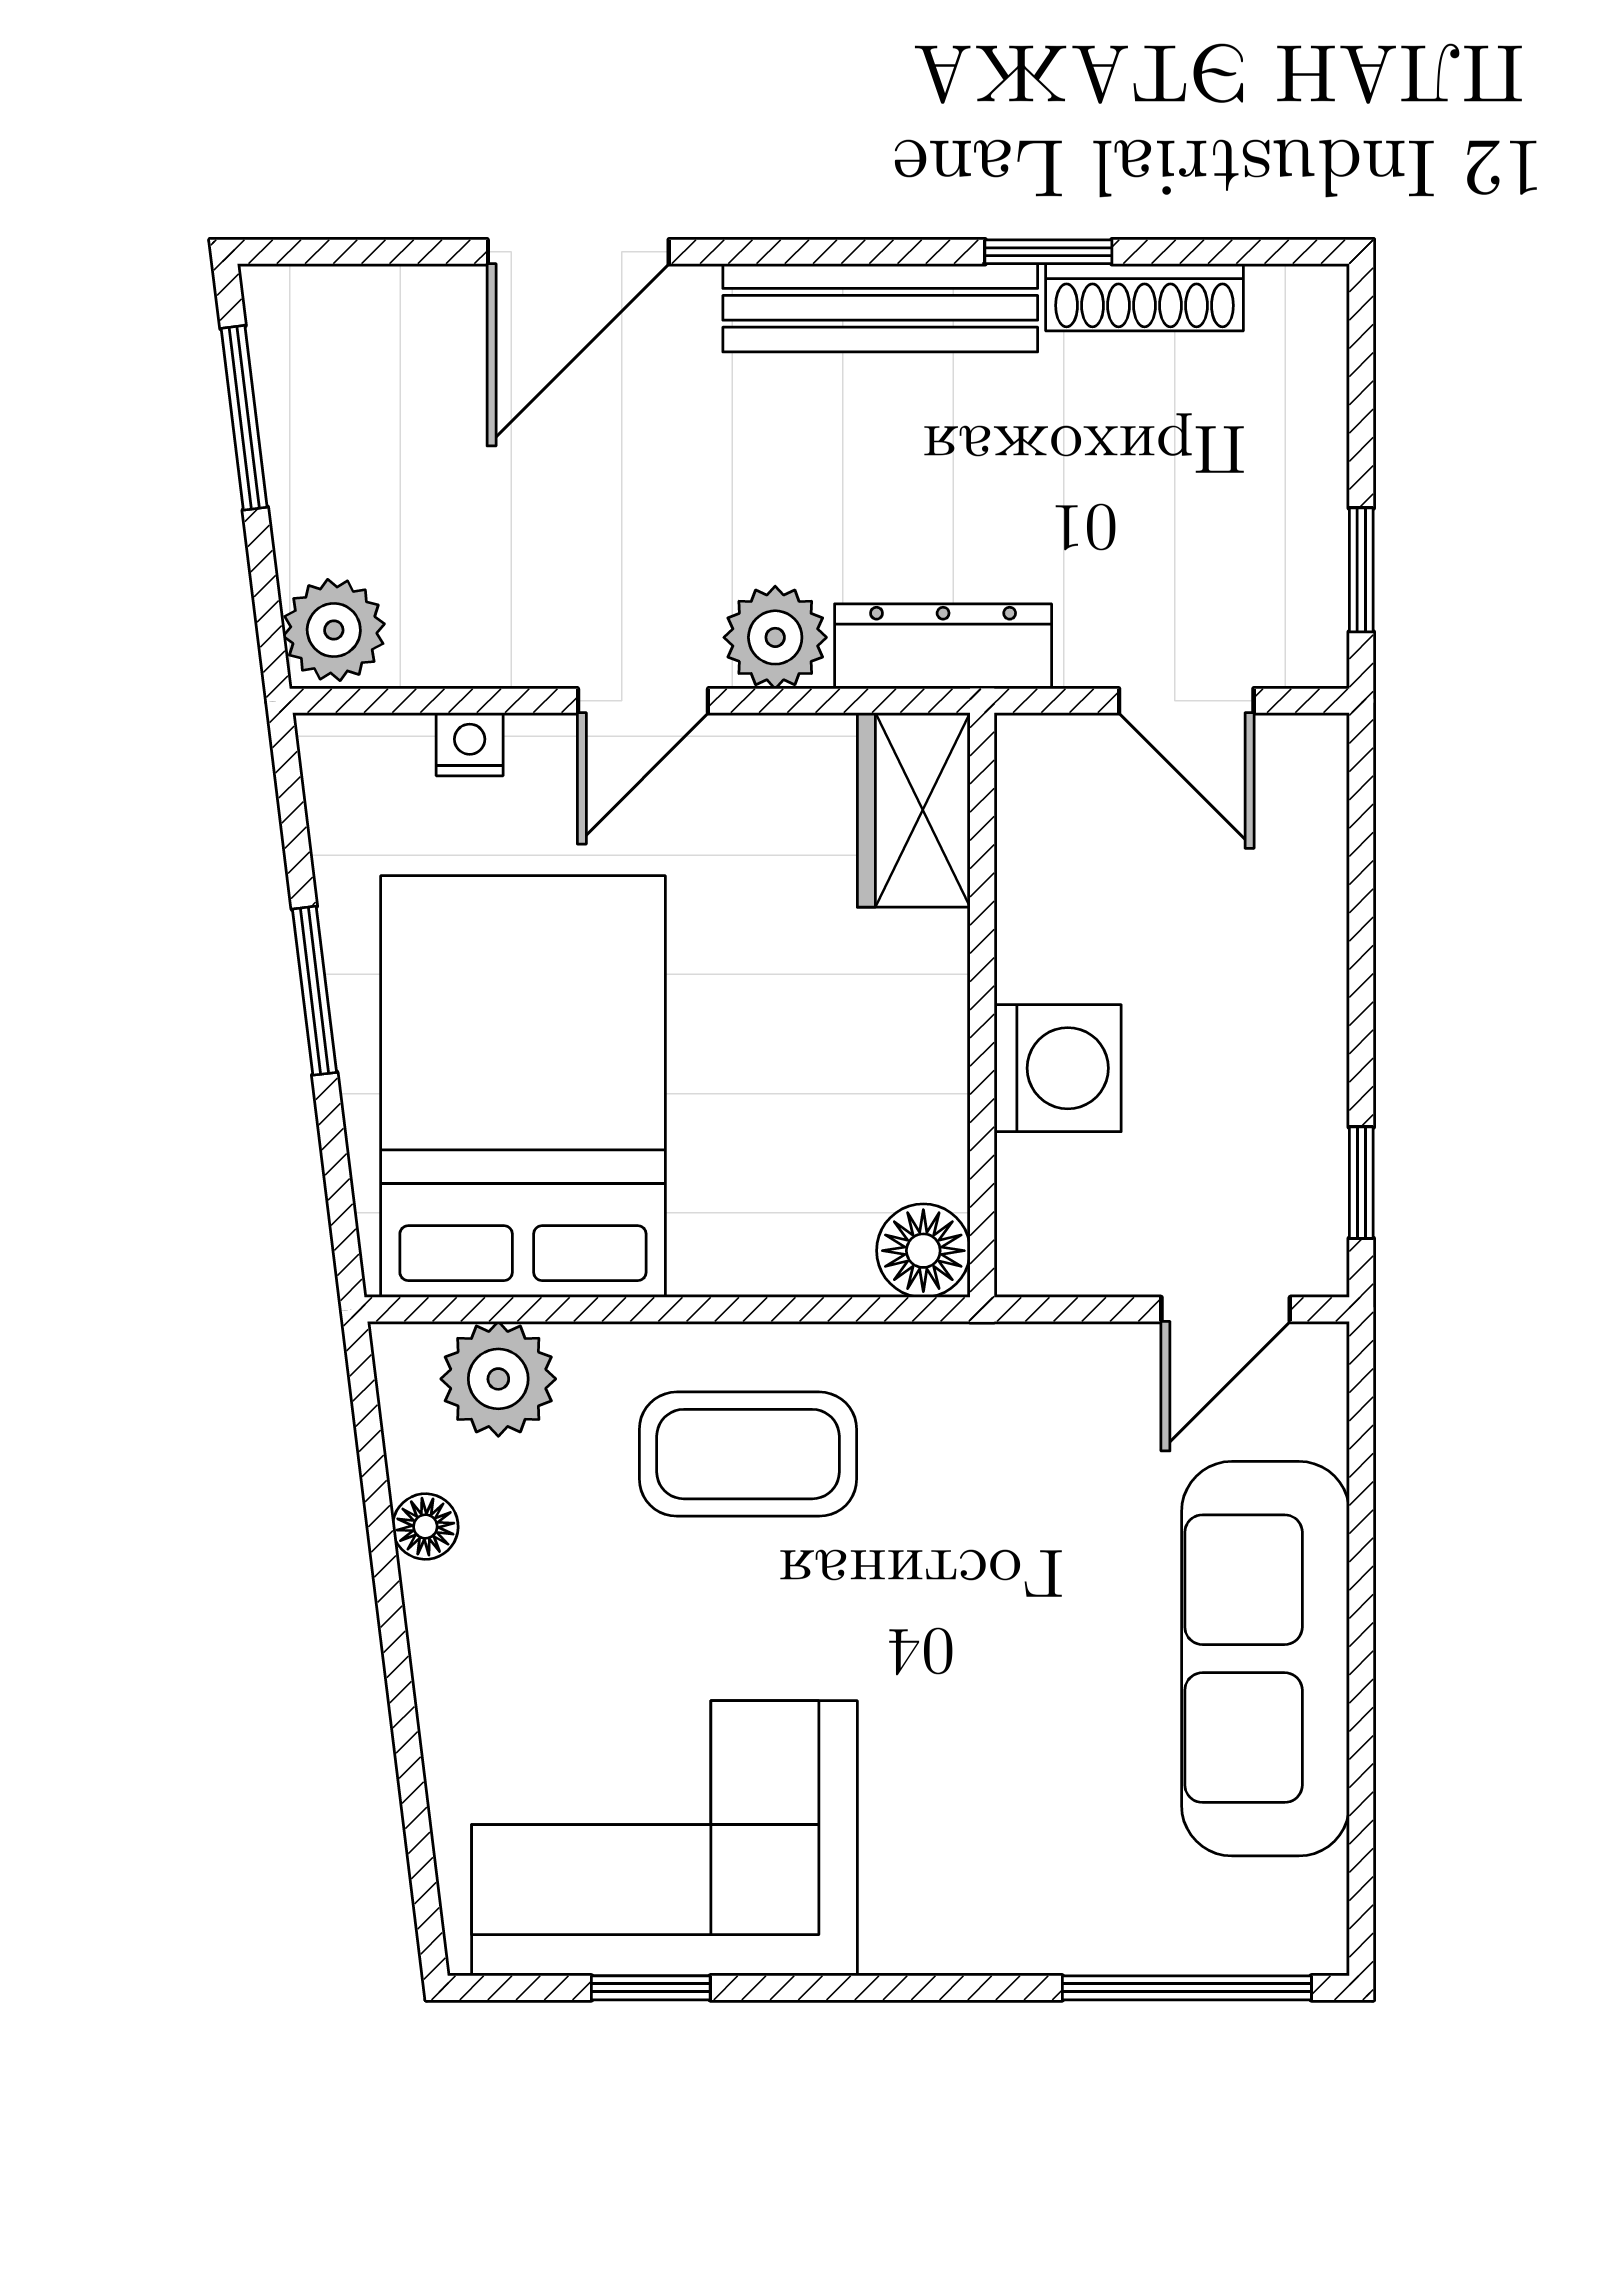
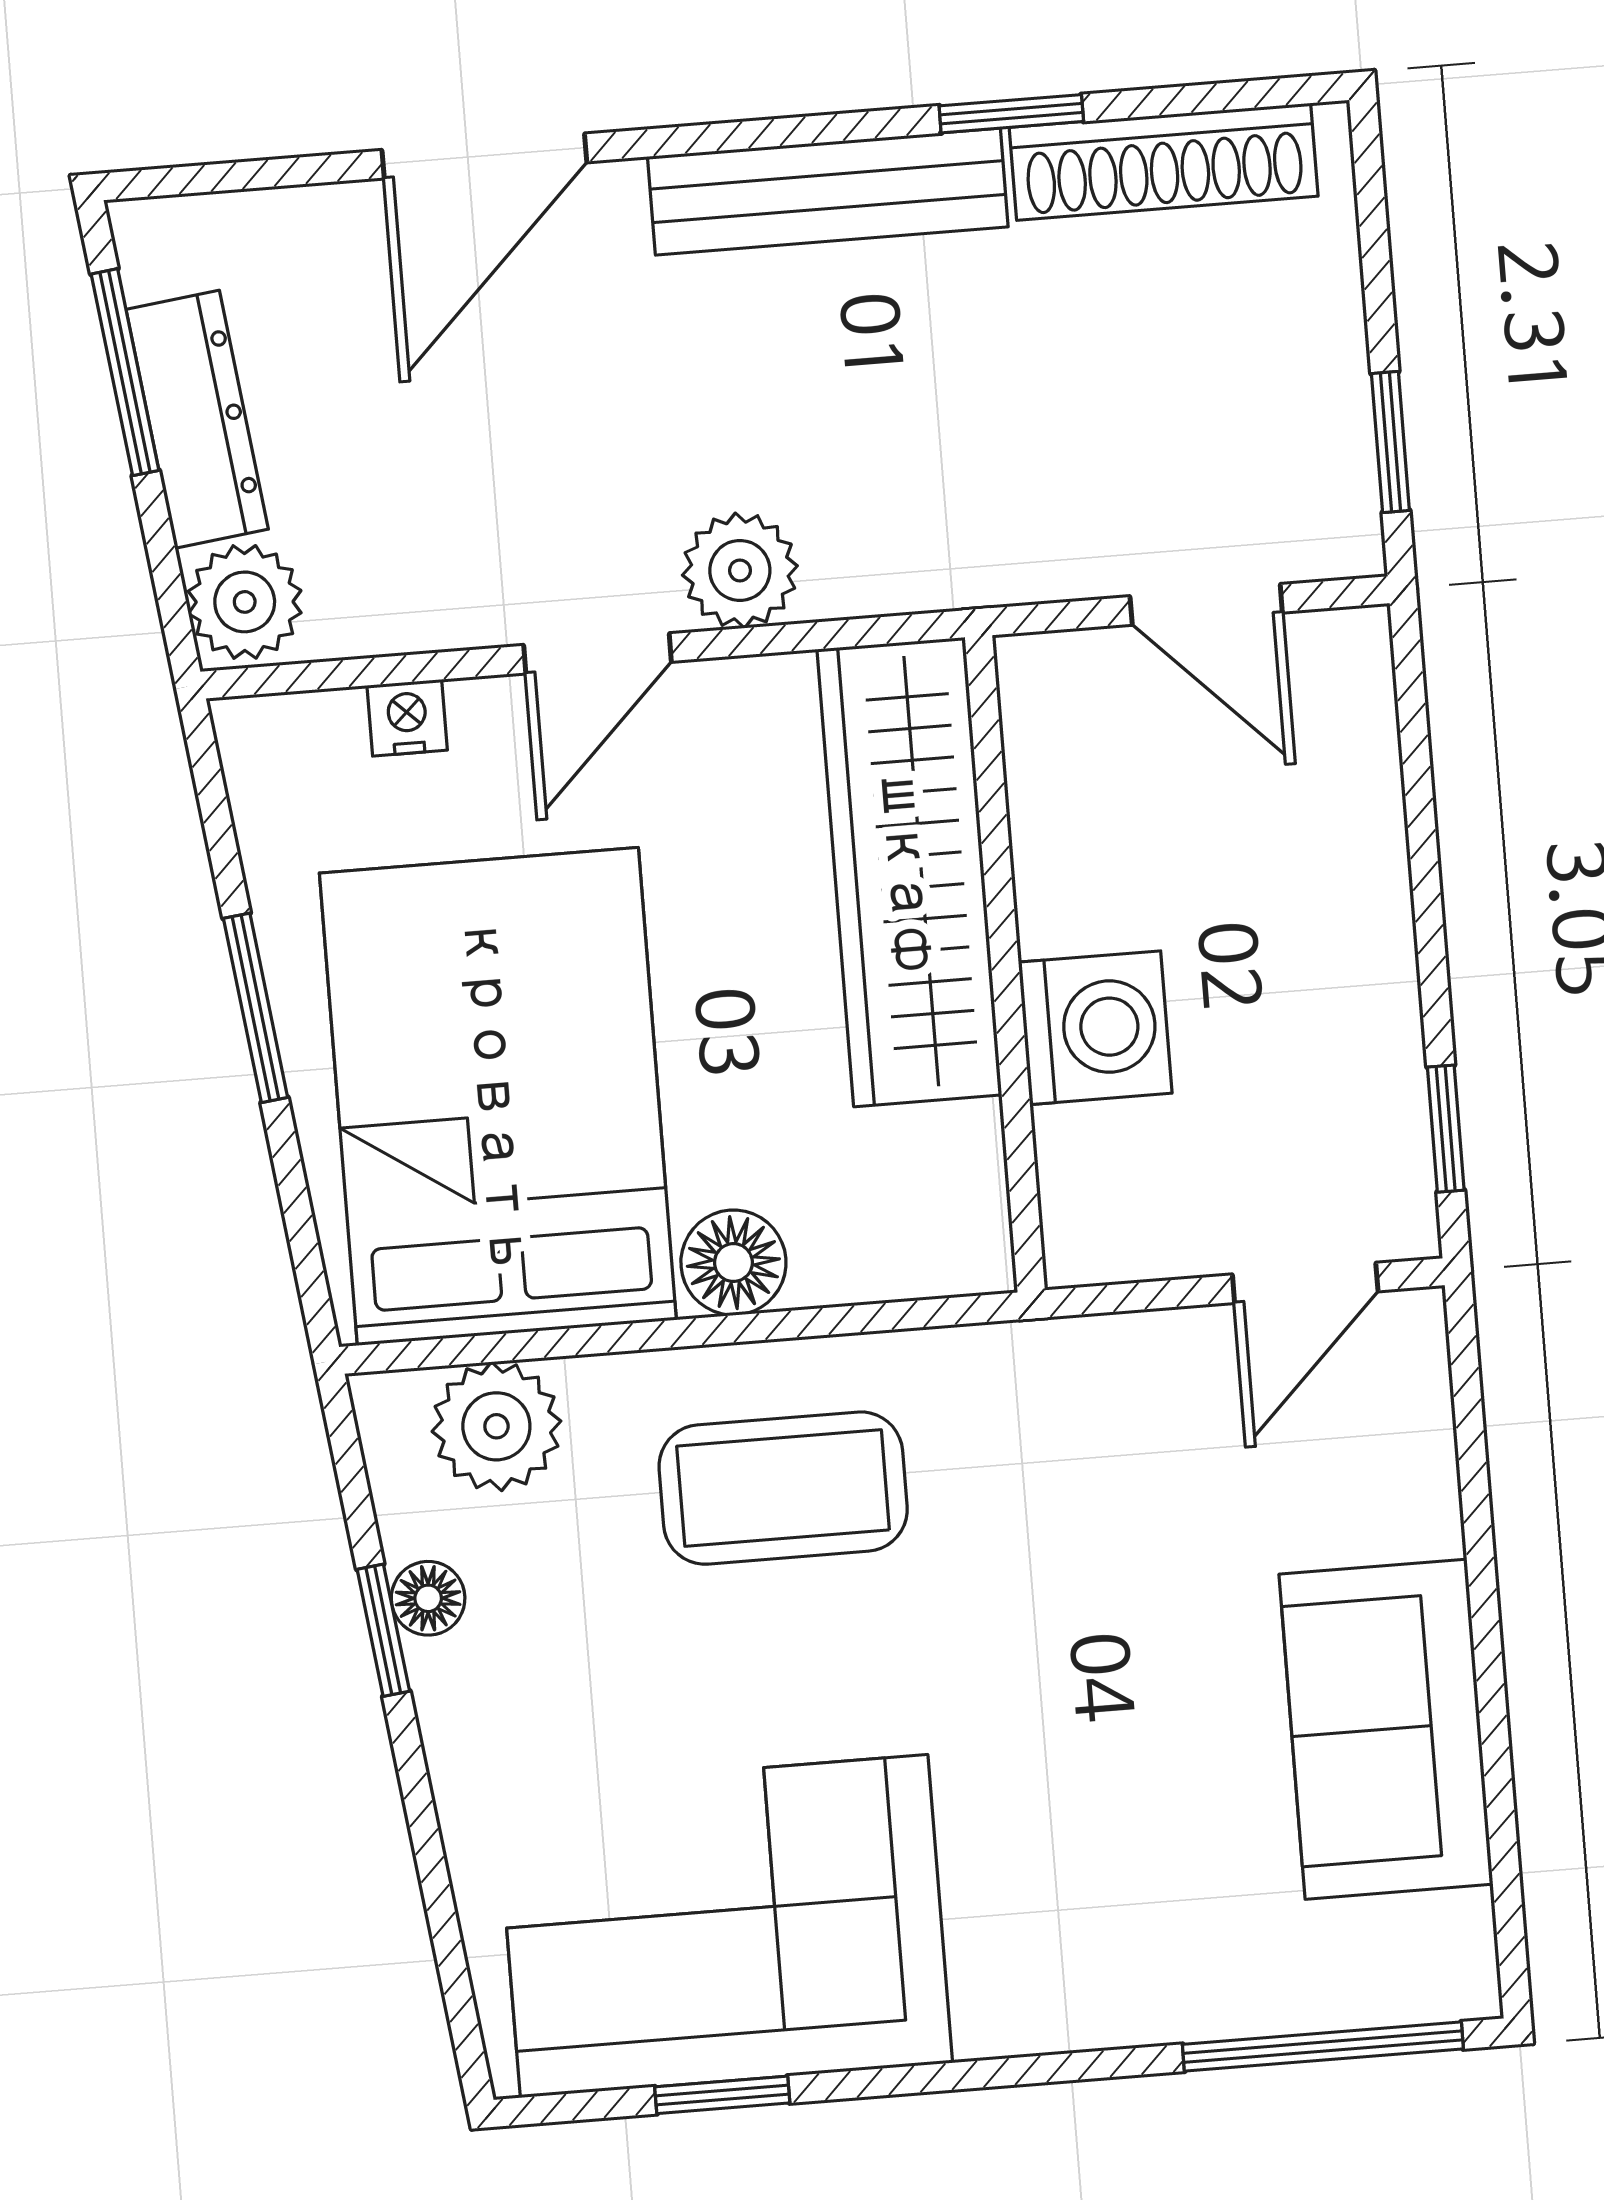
shoe rack: (1145, 297) -> (1164, 162), width x1.36, depth x1.24
dresser: (943, 646) -> (197, 419), moved, turned 83
wardrobe: (914, 810) -> (909, 872), width x2.10, depth x1.17
floor lamp: (923, 1251) -> (733, 1263), moved
window: (383, 1552) -> (383, 1630), added
sofa: (1265, 1659) -> (1386, 1729), width x0.73

